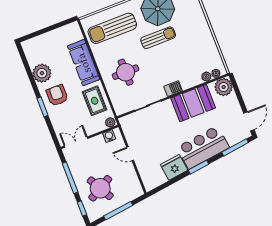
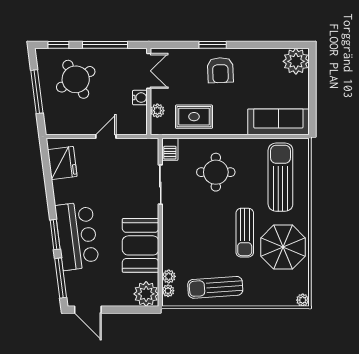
sun lounger: (202, 43) -> (215, 287), added
sofa: (84, 63) -> (278, 122), moved
plant: (42, 73) -> (296, 61), moved
barbecue: (173, 89) -> (170, 149), moved
armchair: (57, 95) -> (220, 70), turned 88
plant: (110, 122) -> (157, 111), moved
water cooler: (109, 136) -> (140, 98), moved
fridge: (174, 167) -> (62, 163), moved
window: (198, 167) -> (55, 235), moved

